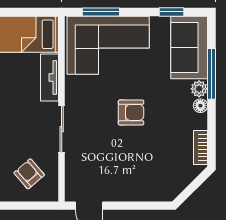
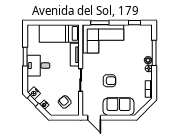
sofa: (189, 47) -> (119, 107), moved, turned 90
armchair: (131, 112) -> (109, 81), moved

